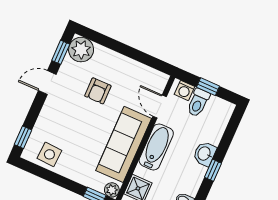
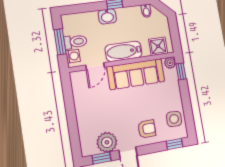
plant: (81, 50) -> (107, 142), moved
window: (208, 87) -> (60, 42), width x1.50
armchair: (98, 91) -> (147, 129), moved

